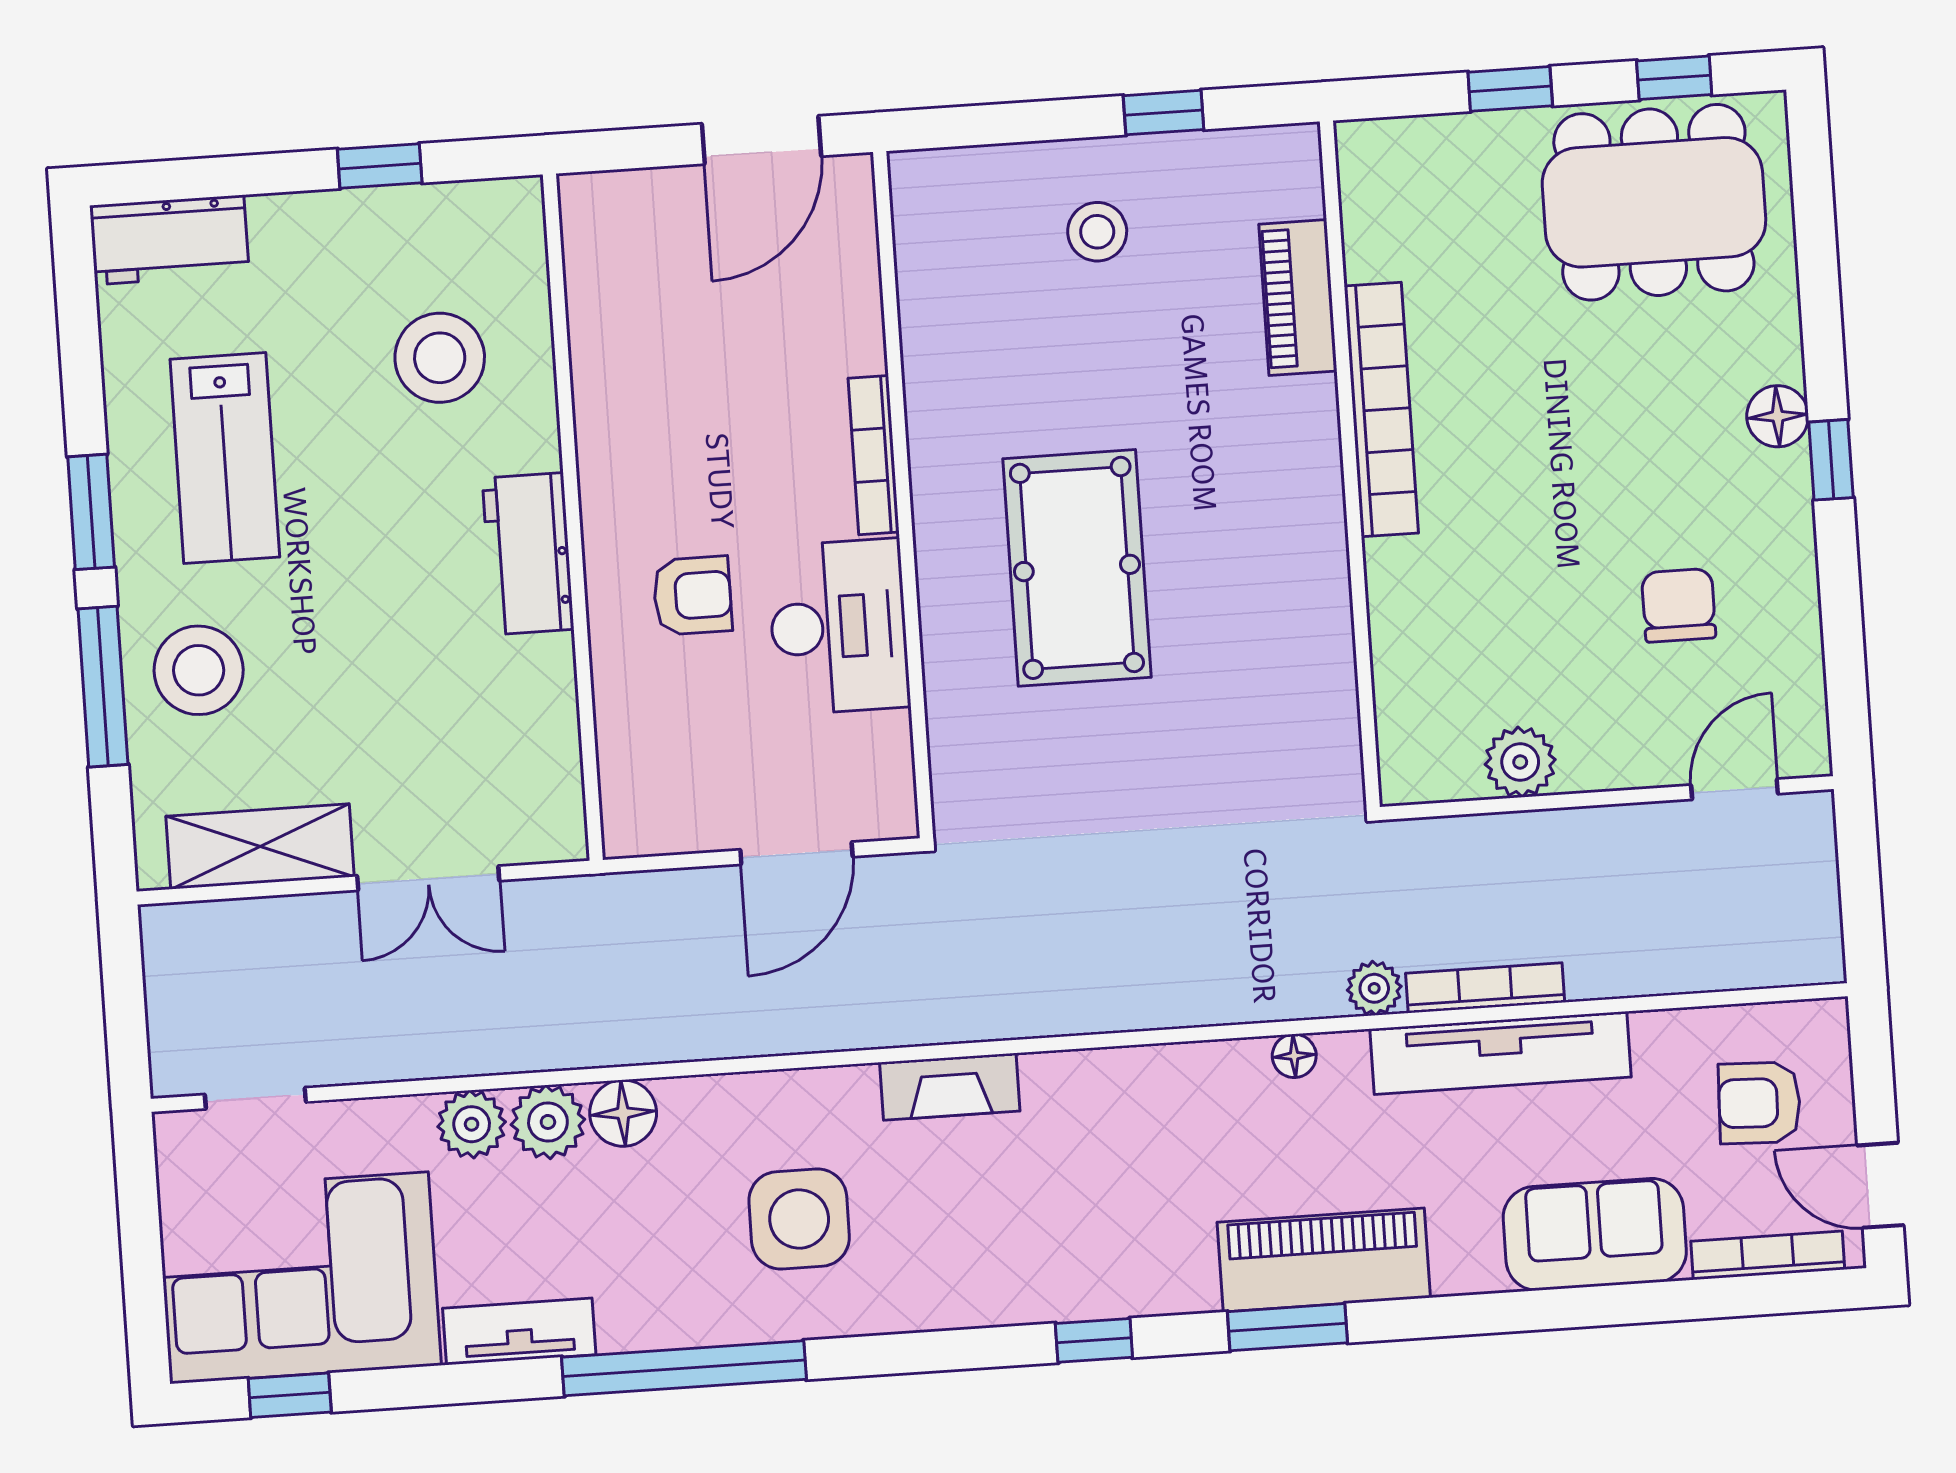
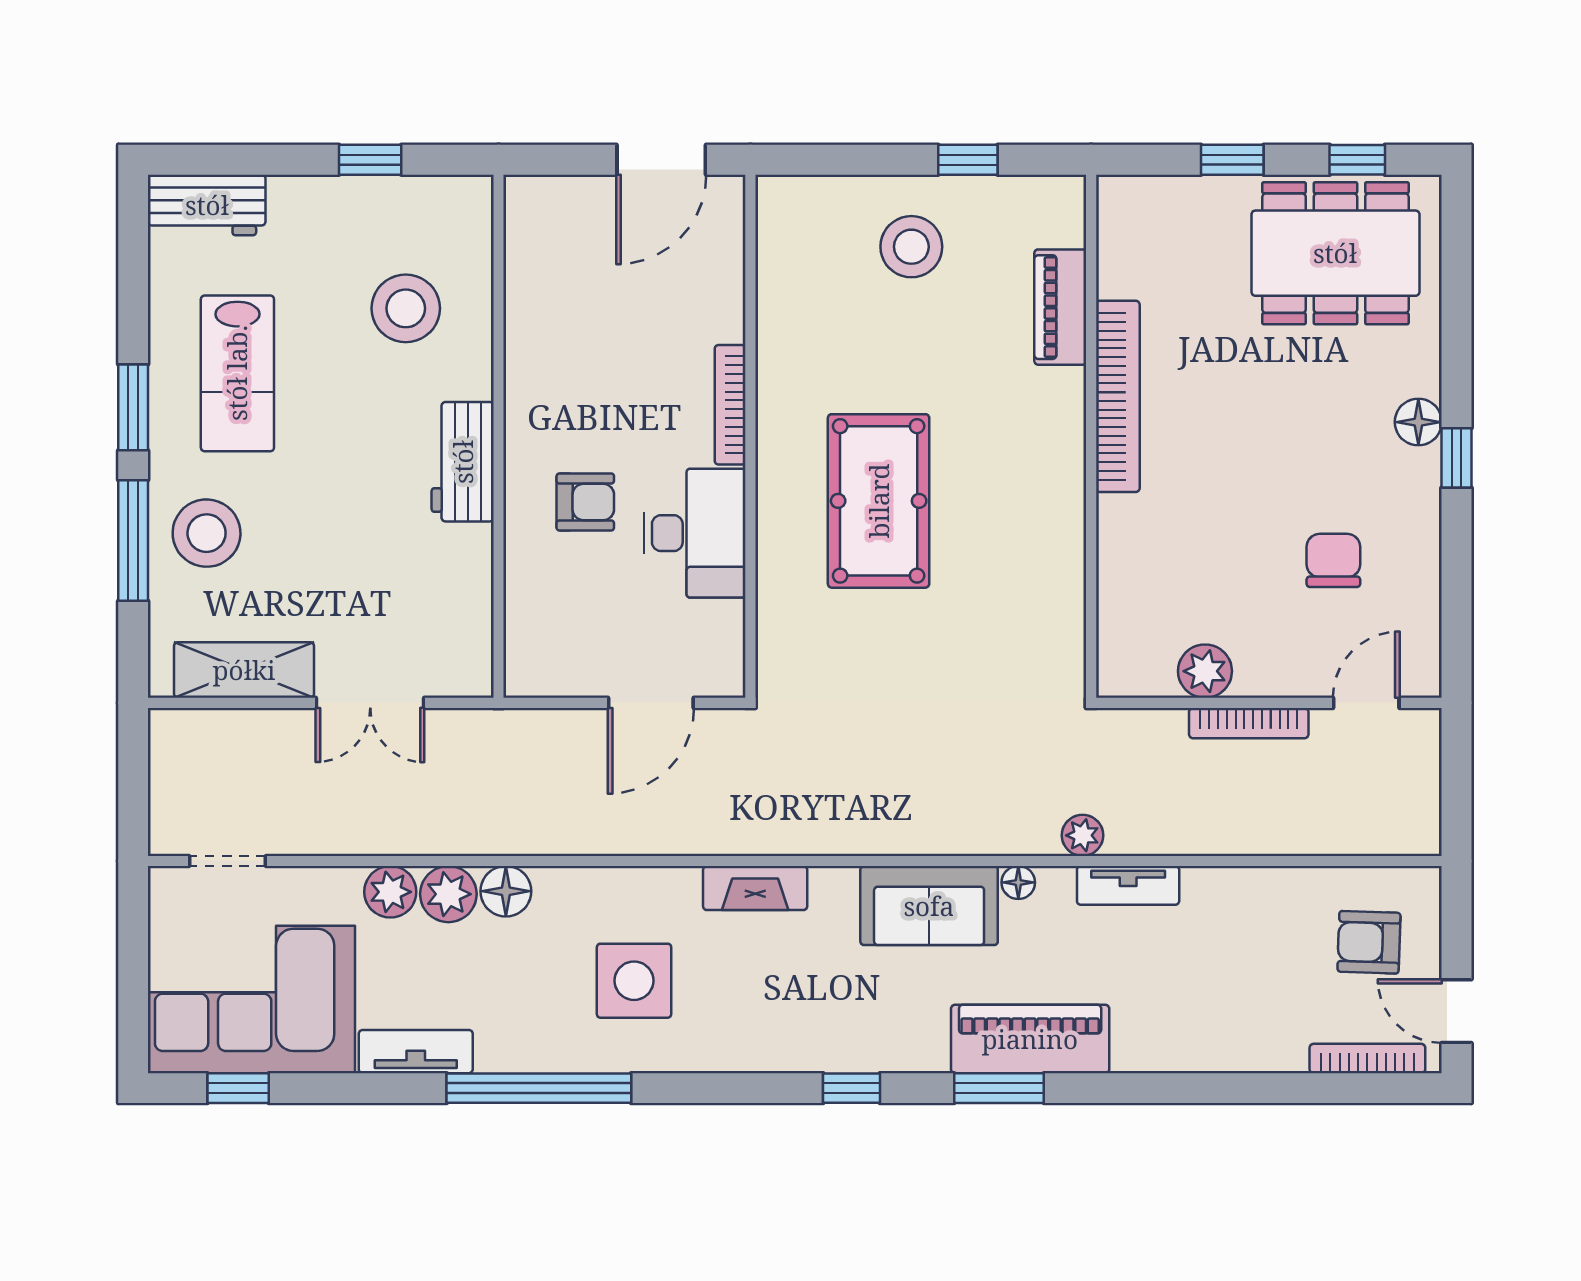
stool: (1097, 232) -> (911, 247), width x1.38, depth x1.38
bookcase: (1485, 988) -> (1249, 723), moved, turned 180
tv unit: (1500, 1053) -> (1128, 885), width x0.52, depth x0.78
sofa: (1595, 1234) -> (929, 906), moved, turned 180

